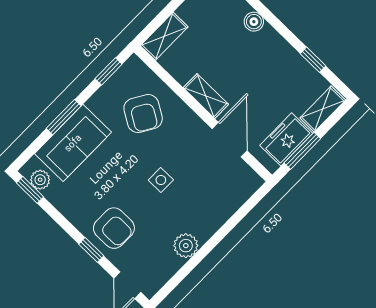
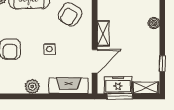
fireplace: (228, 201) -> (68, 86), added

